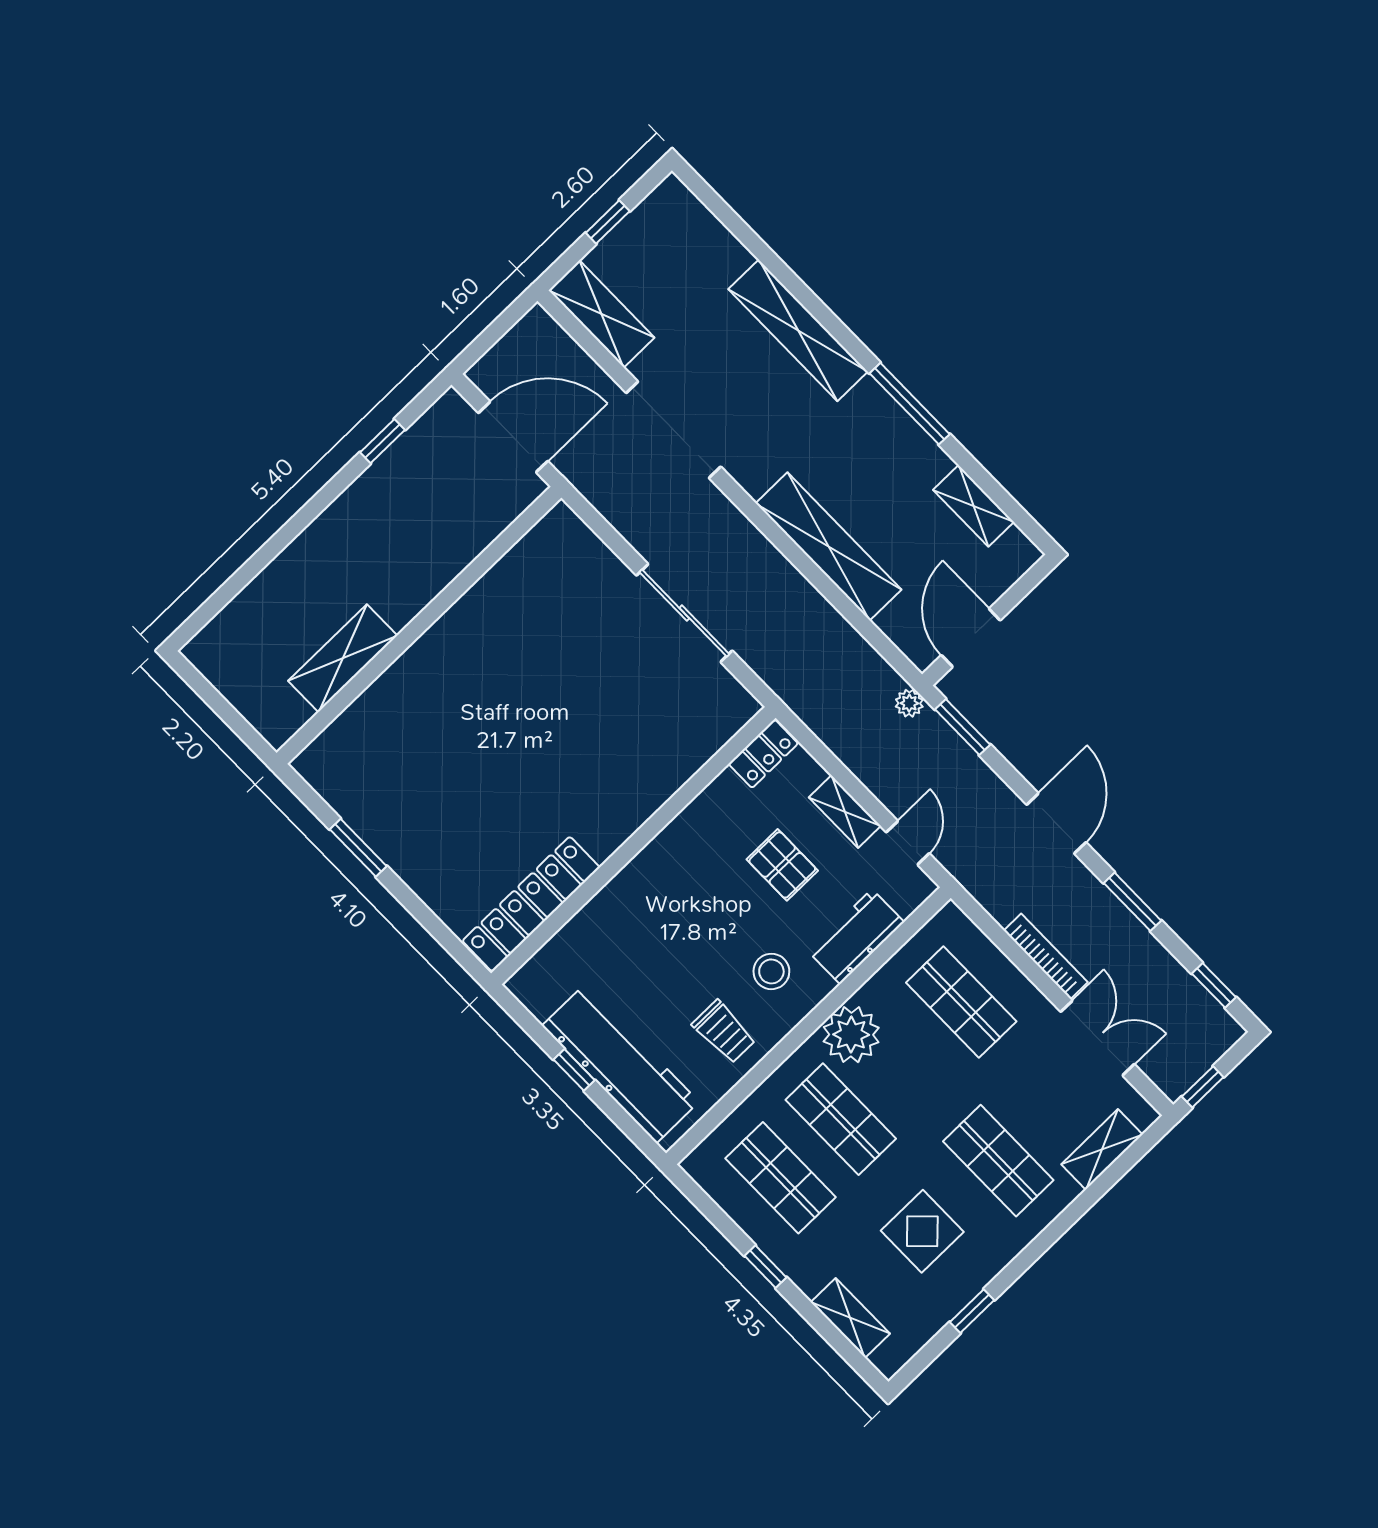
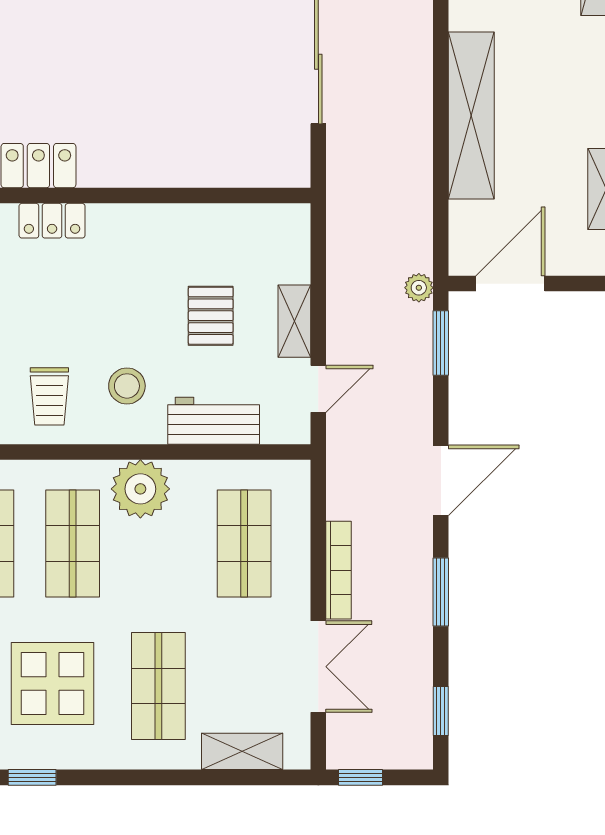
locker: (763, 754) -> (52, 221), moved
display table: (922, 1231) -> (52, 683), width x1.36, depth x1.36

